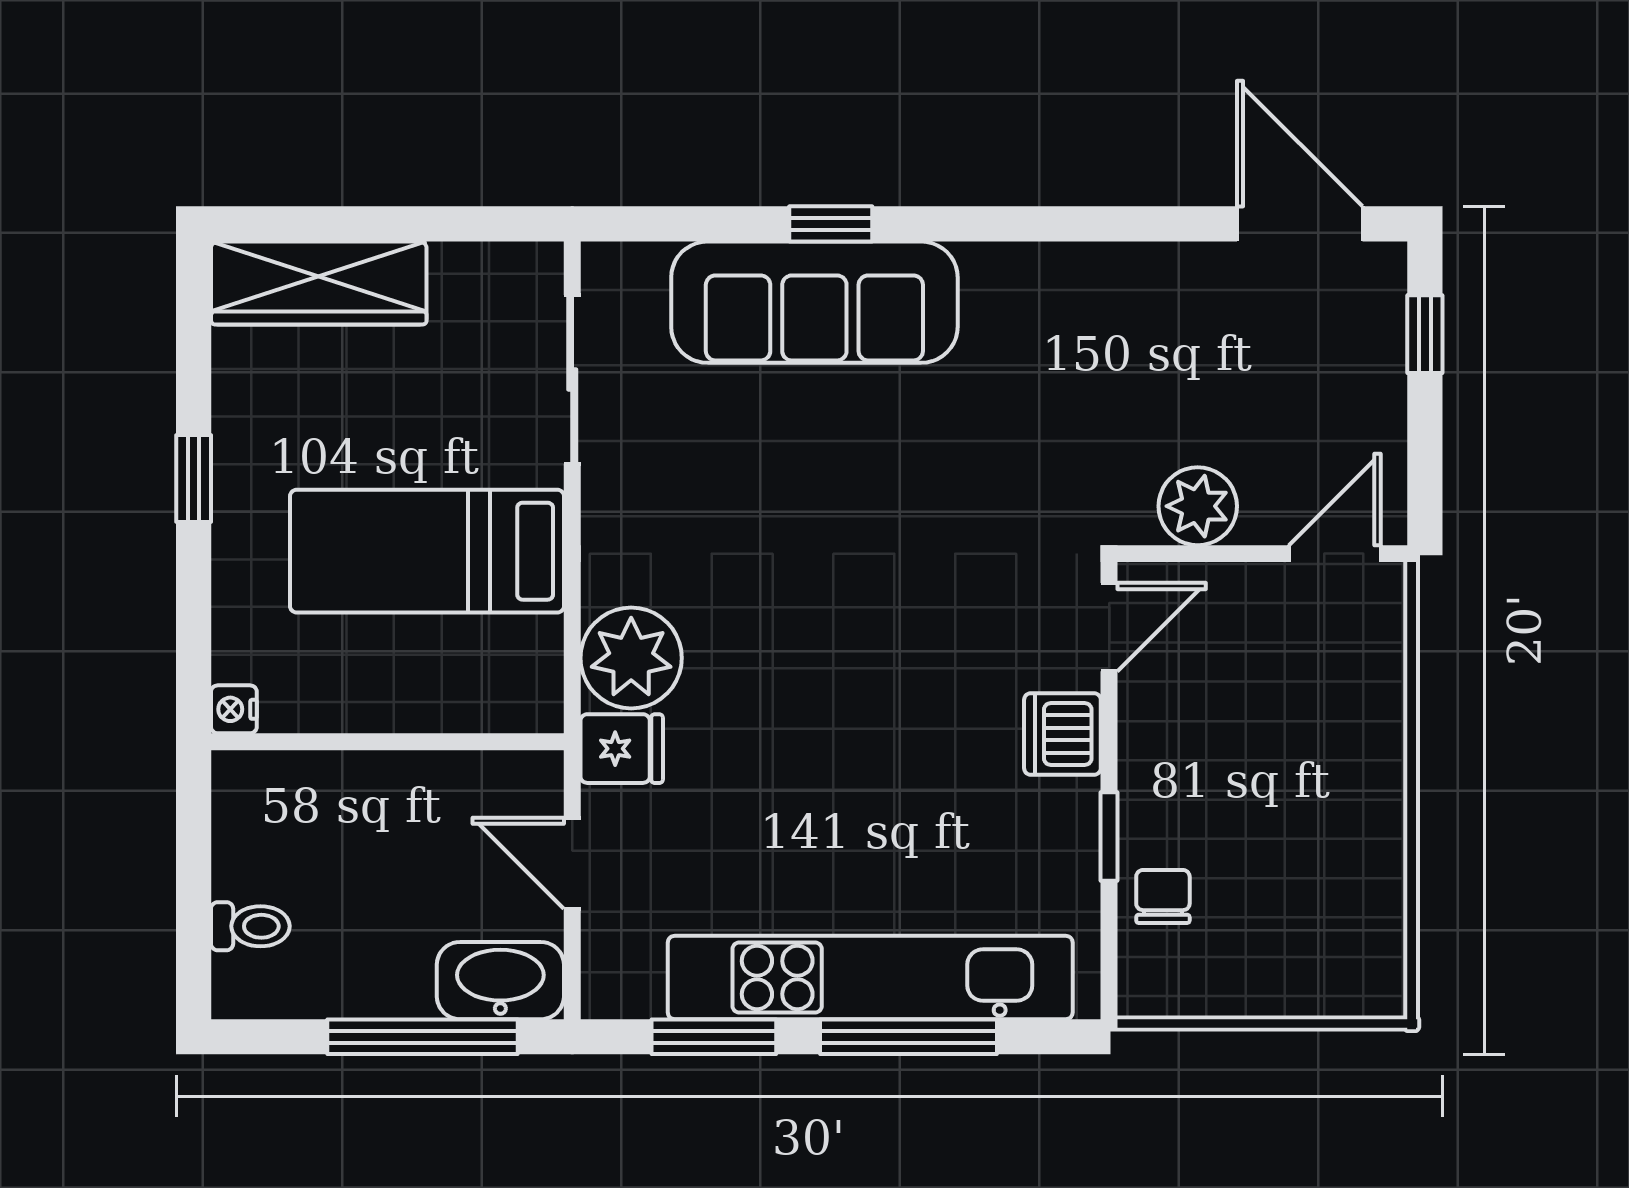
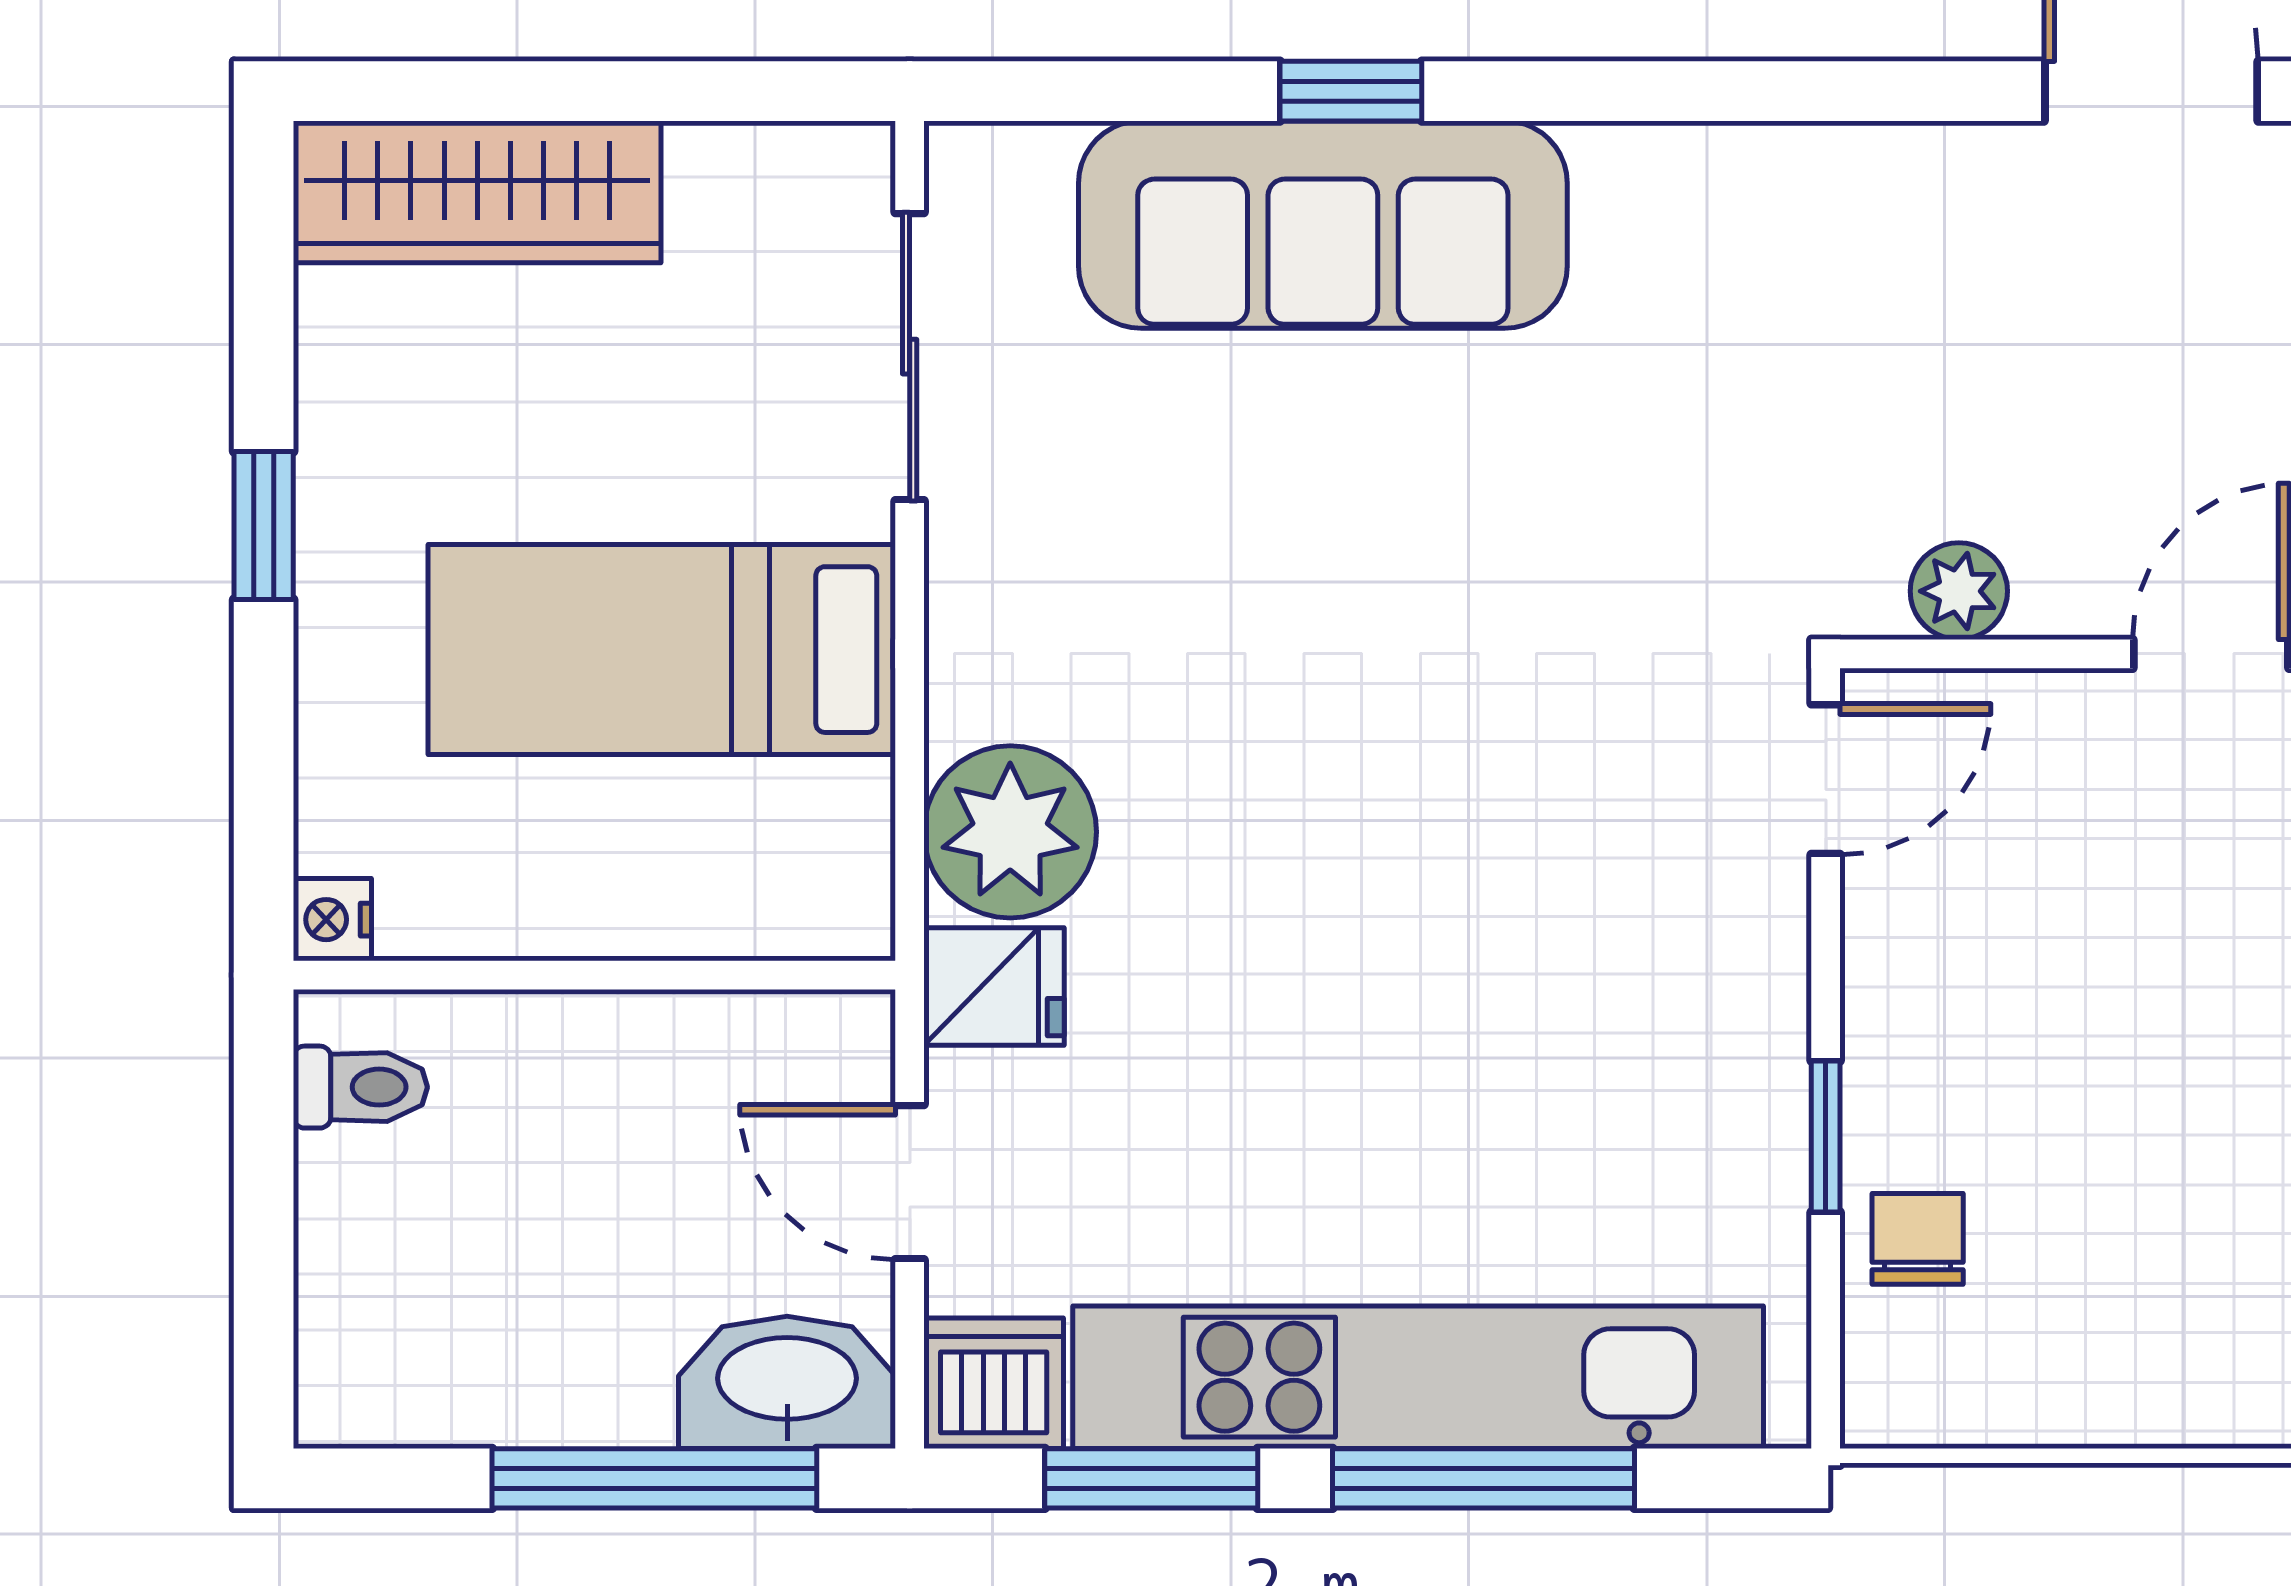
plant: (1198, 506) -> (1959, 591), width x0.73, depth x0.73
dishwasher: (1062, 734) -> (994, 1383), moved, turned 90
toilet: (250, 926) -> (360, 1087), moved

